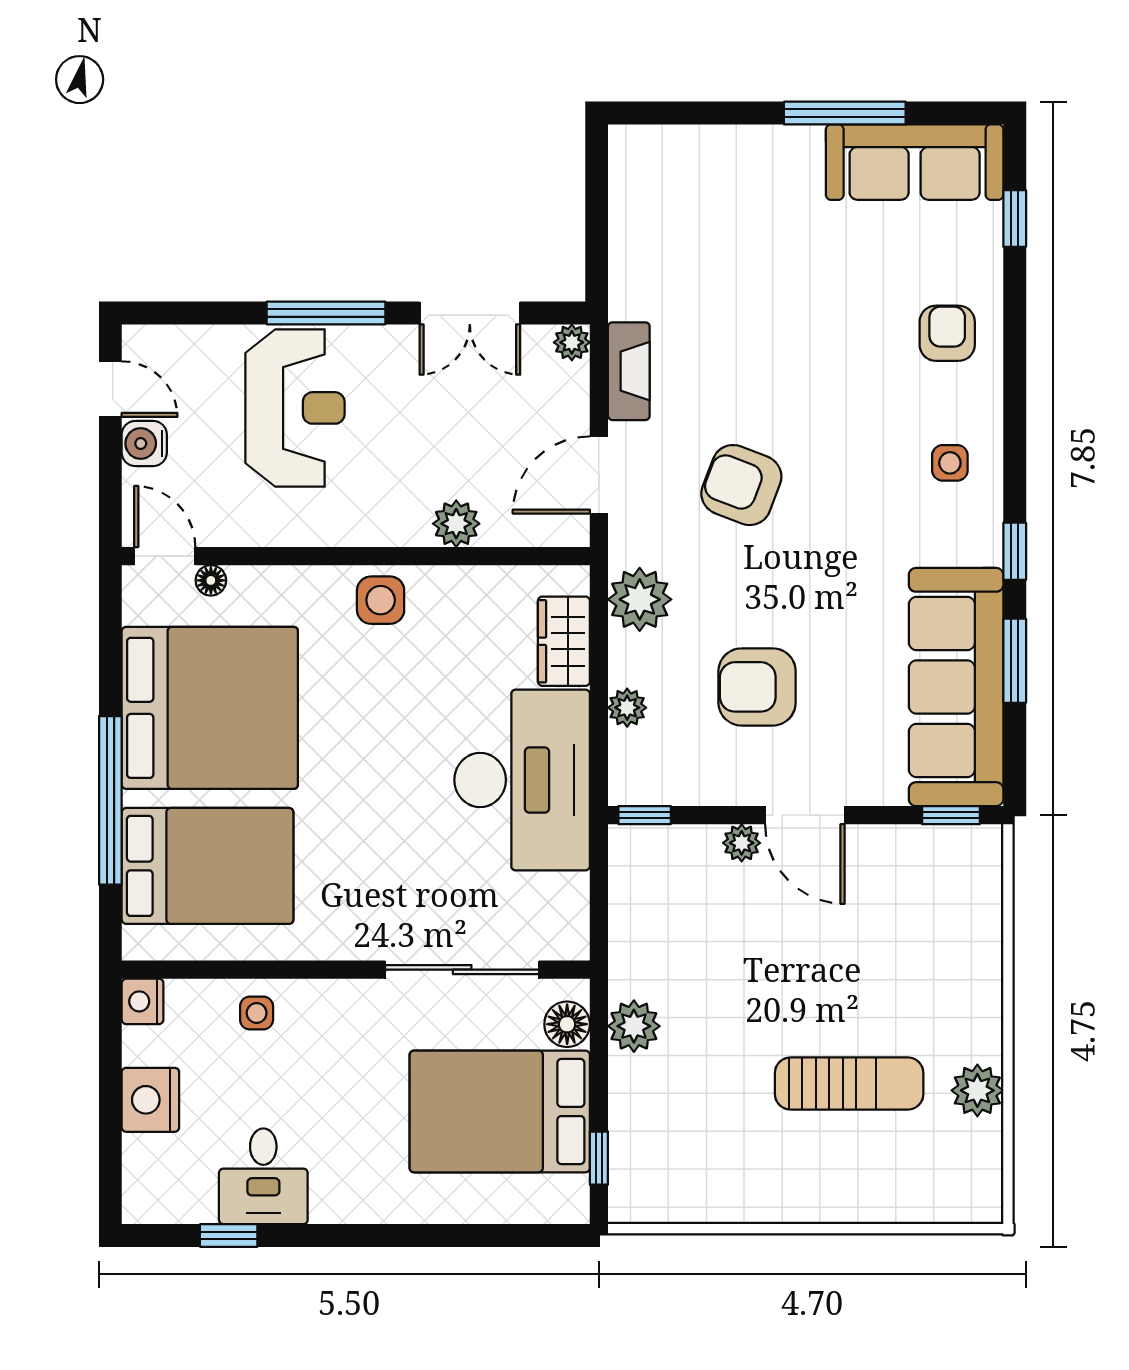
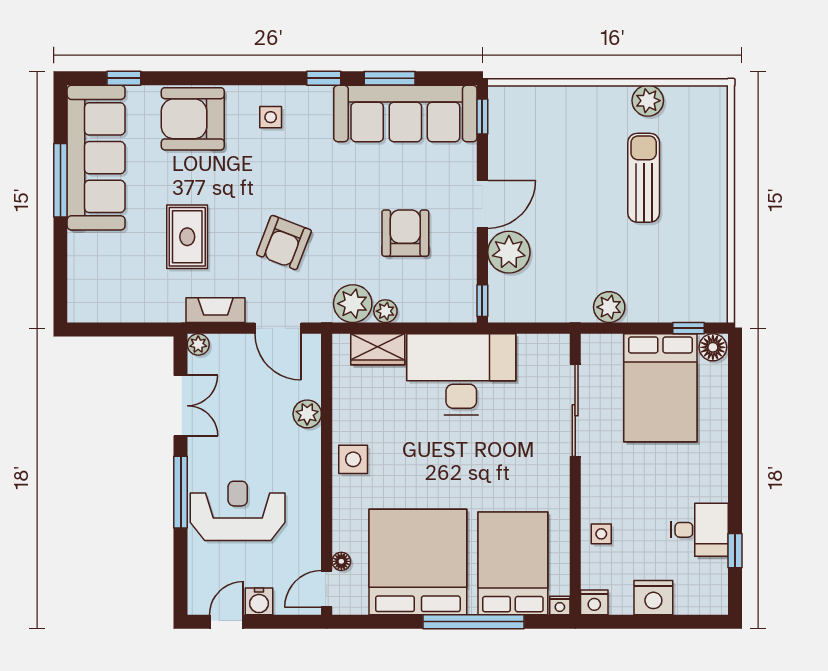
sofa: (915, 162) -> (96, 158), width x1.36, depth x1.27
rug: (751, 324) -> (187, 237), added
armchair: (947, 333) -> (193, 119), width x1.88, depth x1.88
armchair: (757, 687) -> (405, 233), turned 180
plant: (627, 708) -> (385, 311), moved
plant: (742, 843) -> (509, 252), width x1.87, depth x1.87
nightstand: (137, 944) -> (560, 606), added
floor lamp: (567, 1024) -> (713, 347), moved

